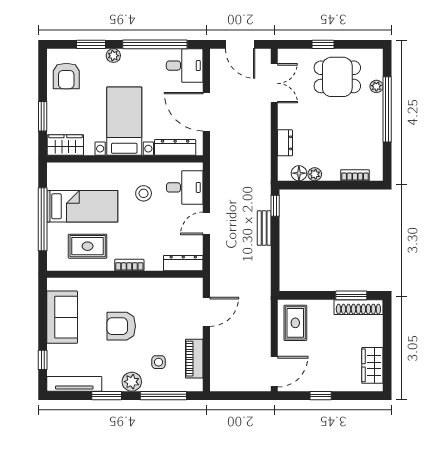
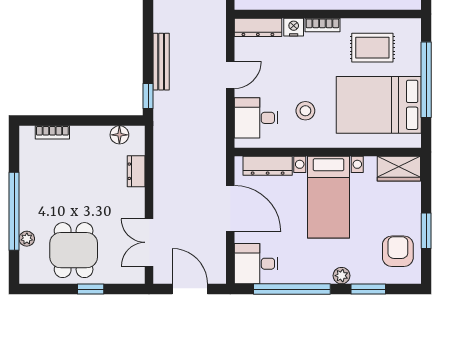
dining table: (337, 77) -> (74, 250), turned 90
window: (43, 116) -> (426, 231), moved
plant: (315, 174) -> (101, 134), removed
bed: (82, 206) -> (379, 105), width x1.50
bench: (264, 228) -> (161, 62), width x1.36
nightstand: (153, 263) -> (294, 27), added

